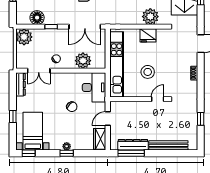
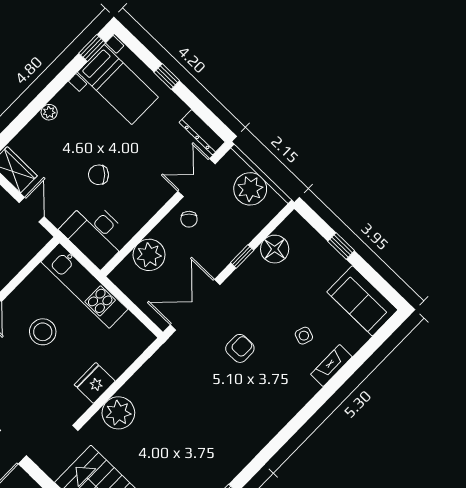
plant: (24, 37) -> (250, 189), moved
kitchen unit: (117, 64) -> (84, 286), width x0.73
window: (67, 153) -> (39, 102), removed

